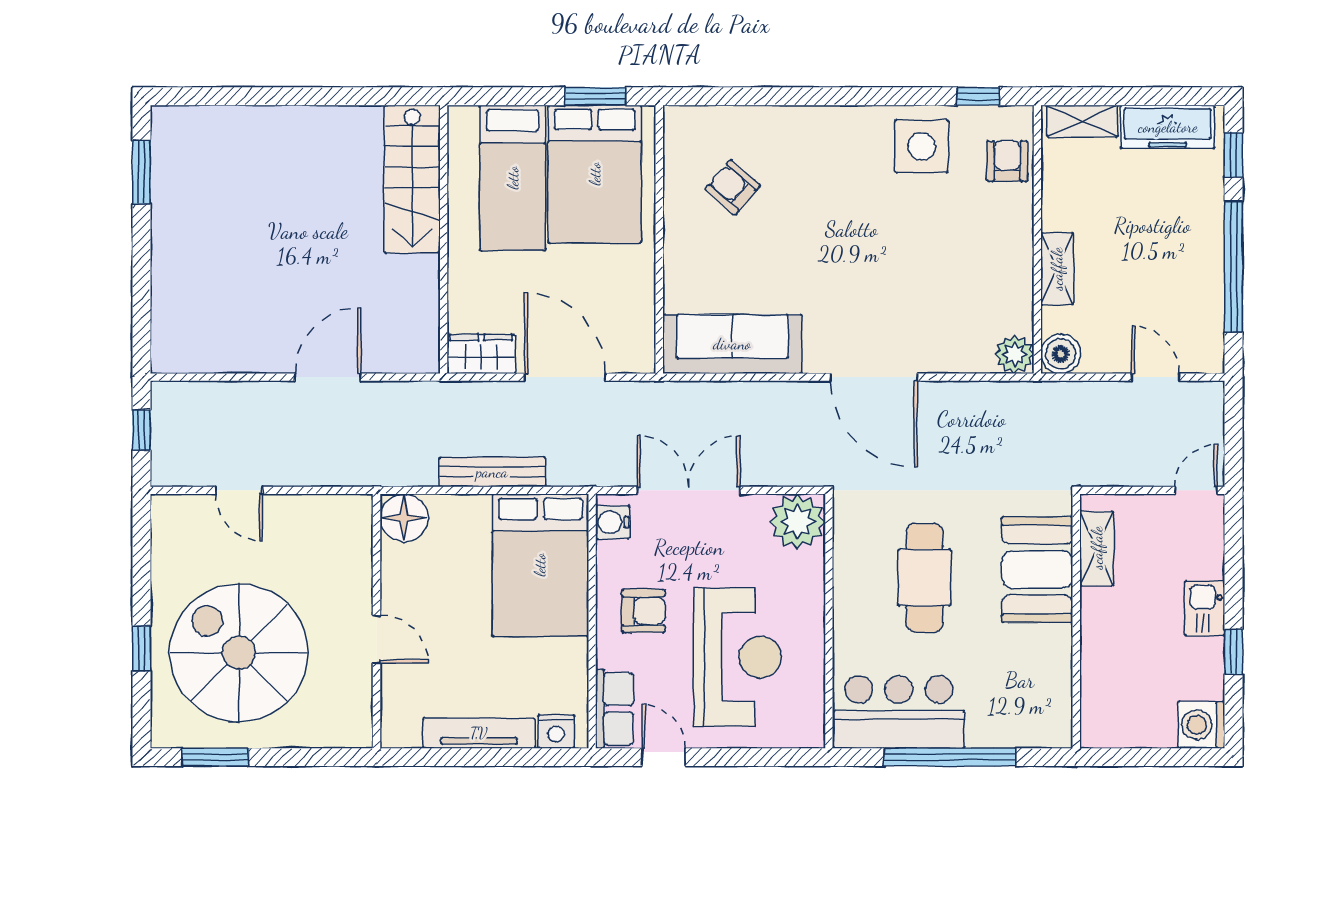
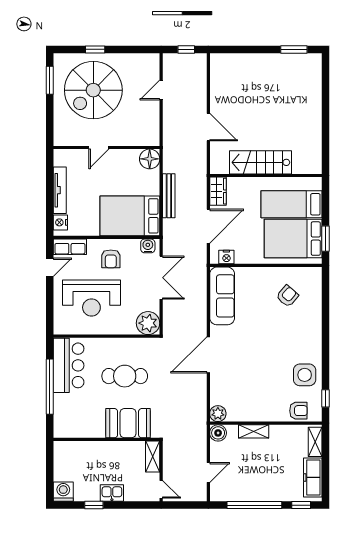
stairs: (412, 179) -> (260, 162), moved
nightstand: (639, 334) -> (226, 257), added
shelving: (1097, 548) -> (153, 456), moved, turned 90
spiral stairs: (239, 653) -> (93, 90), turned 180

